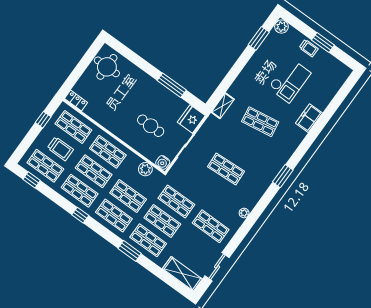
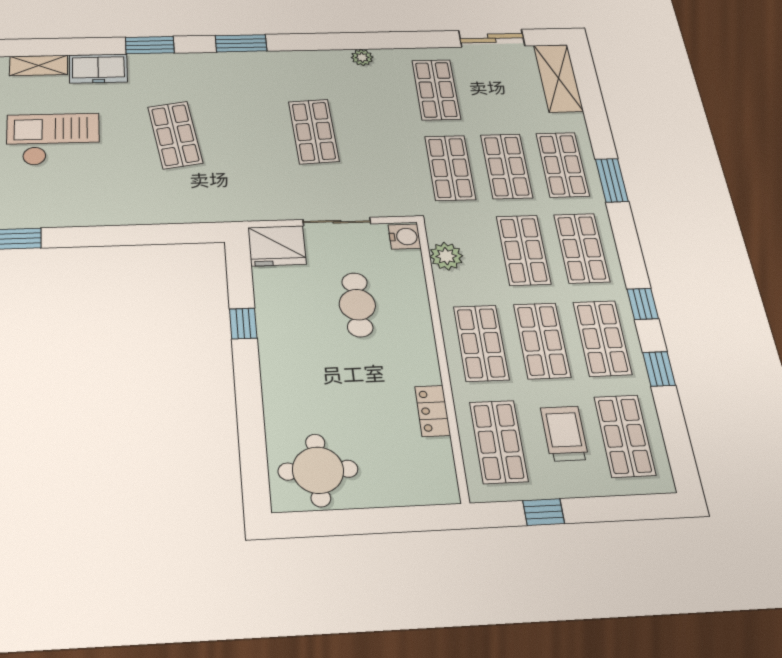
window: (172, 85) -> (243, 324), width x0.46
locker: (76, 100) -> (433, 411), moved
shelving: (223, 106) -> (39, 65), moved
window: (306, 144) -> (150, 45), added
window: (32, 180) -> (659, 369), moved

